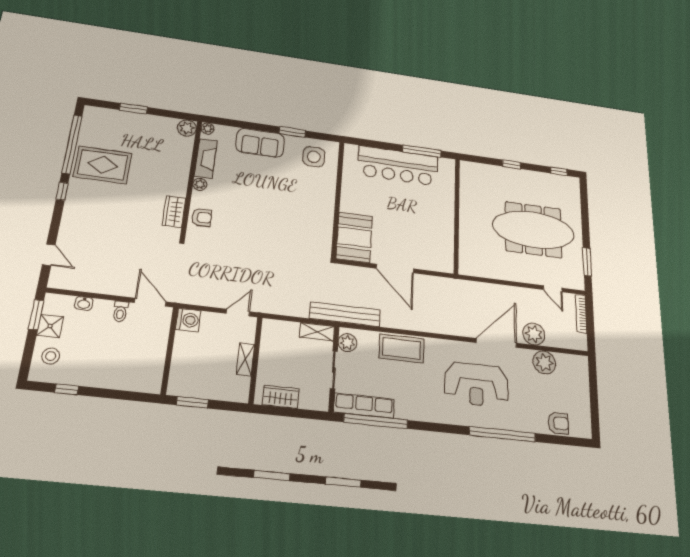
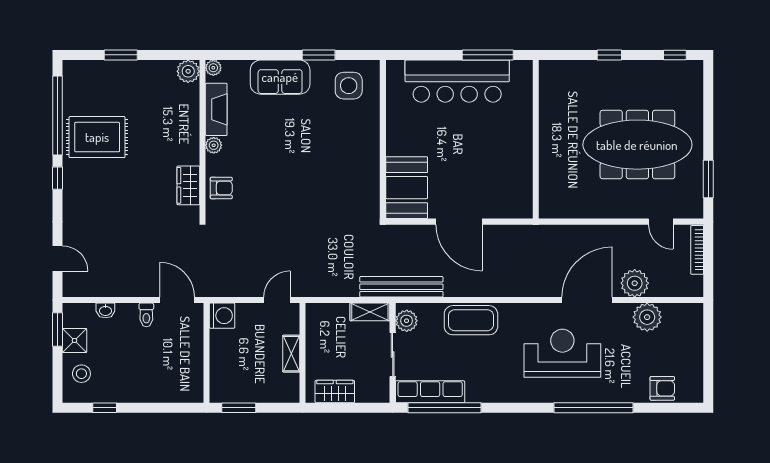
reception desk: (476, 385) -> (562, 353), turned 180

